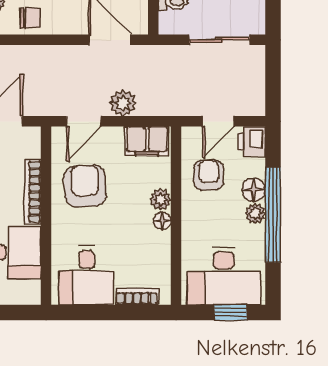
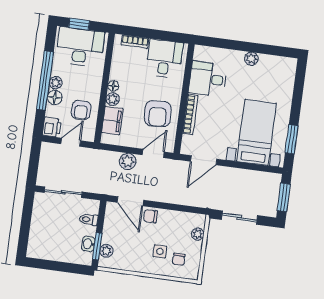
chair: (30, 18) -> (151, 216), moved
filing cabinet: (147, 141) -> (112, 121), moved, turned 90

